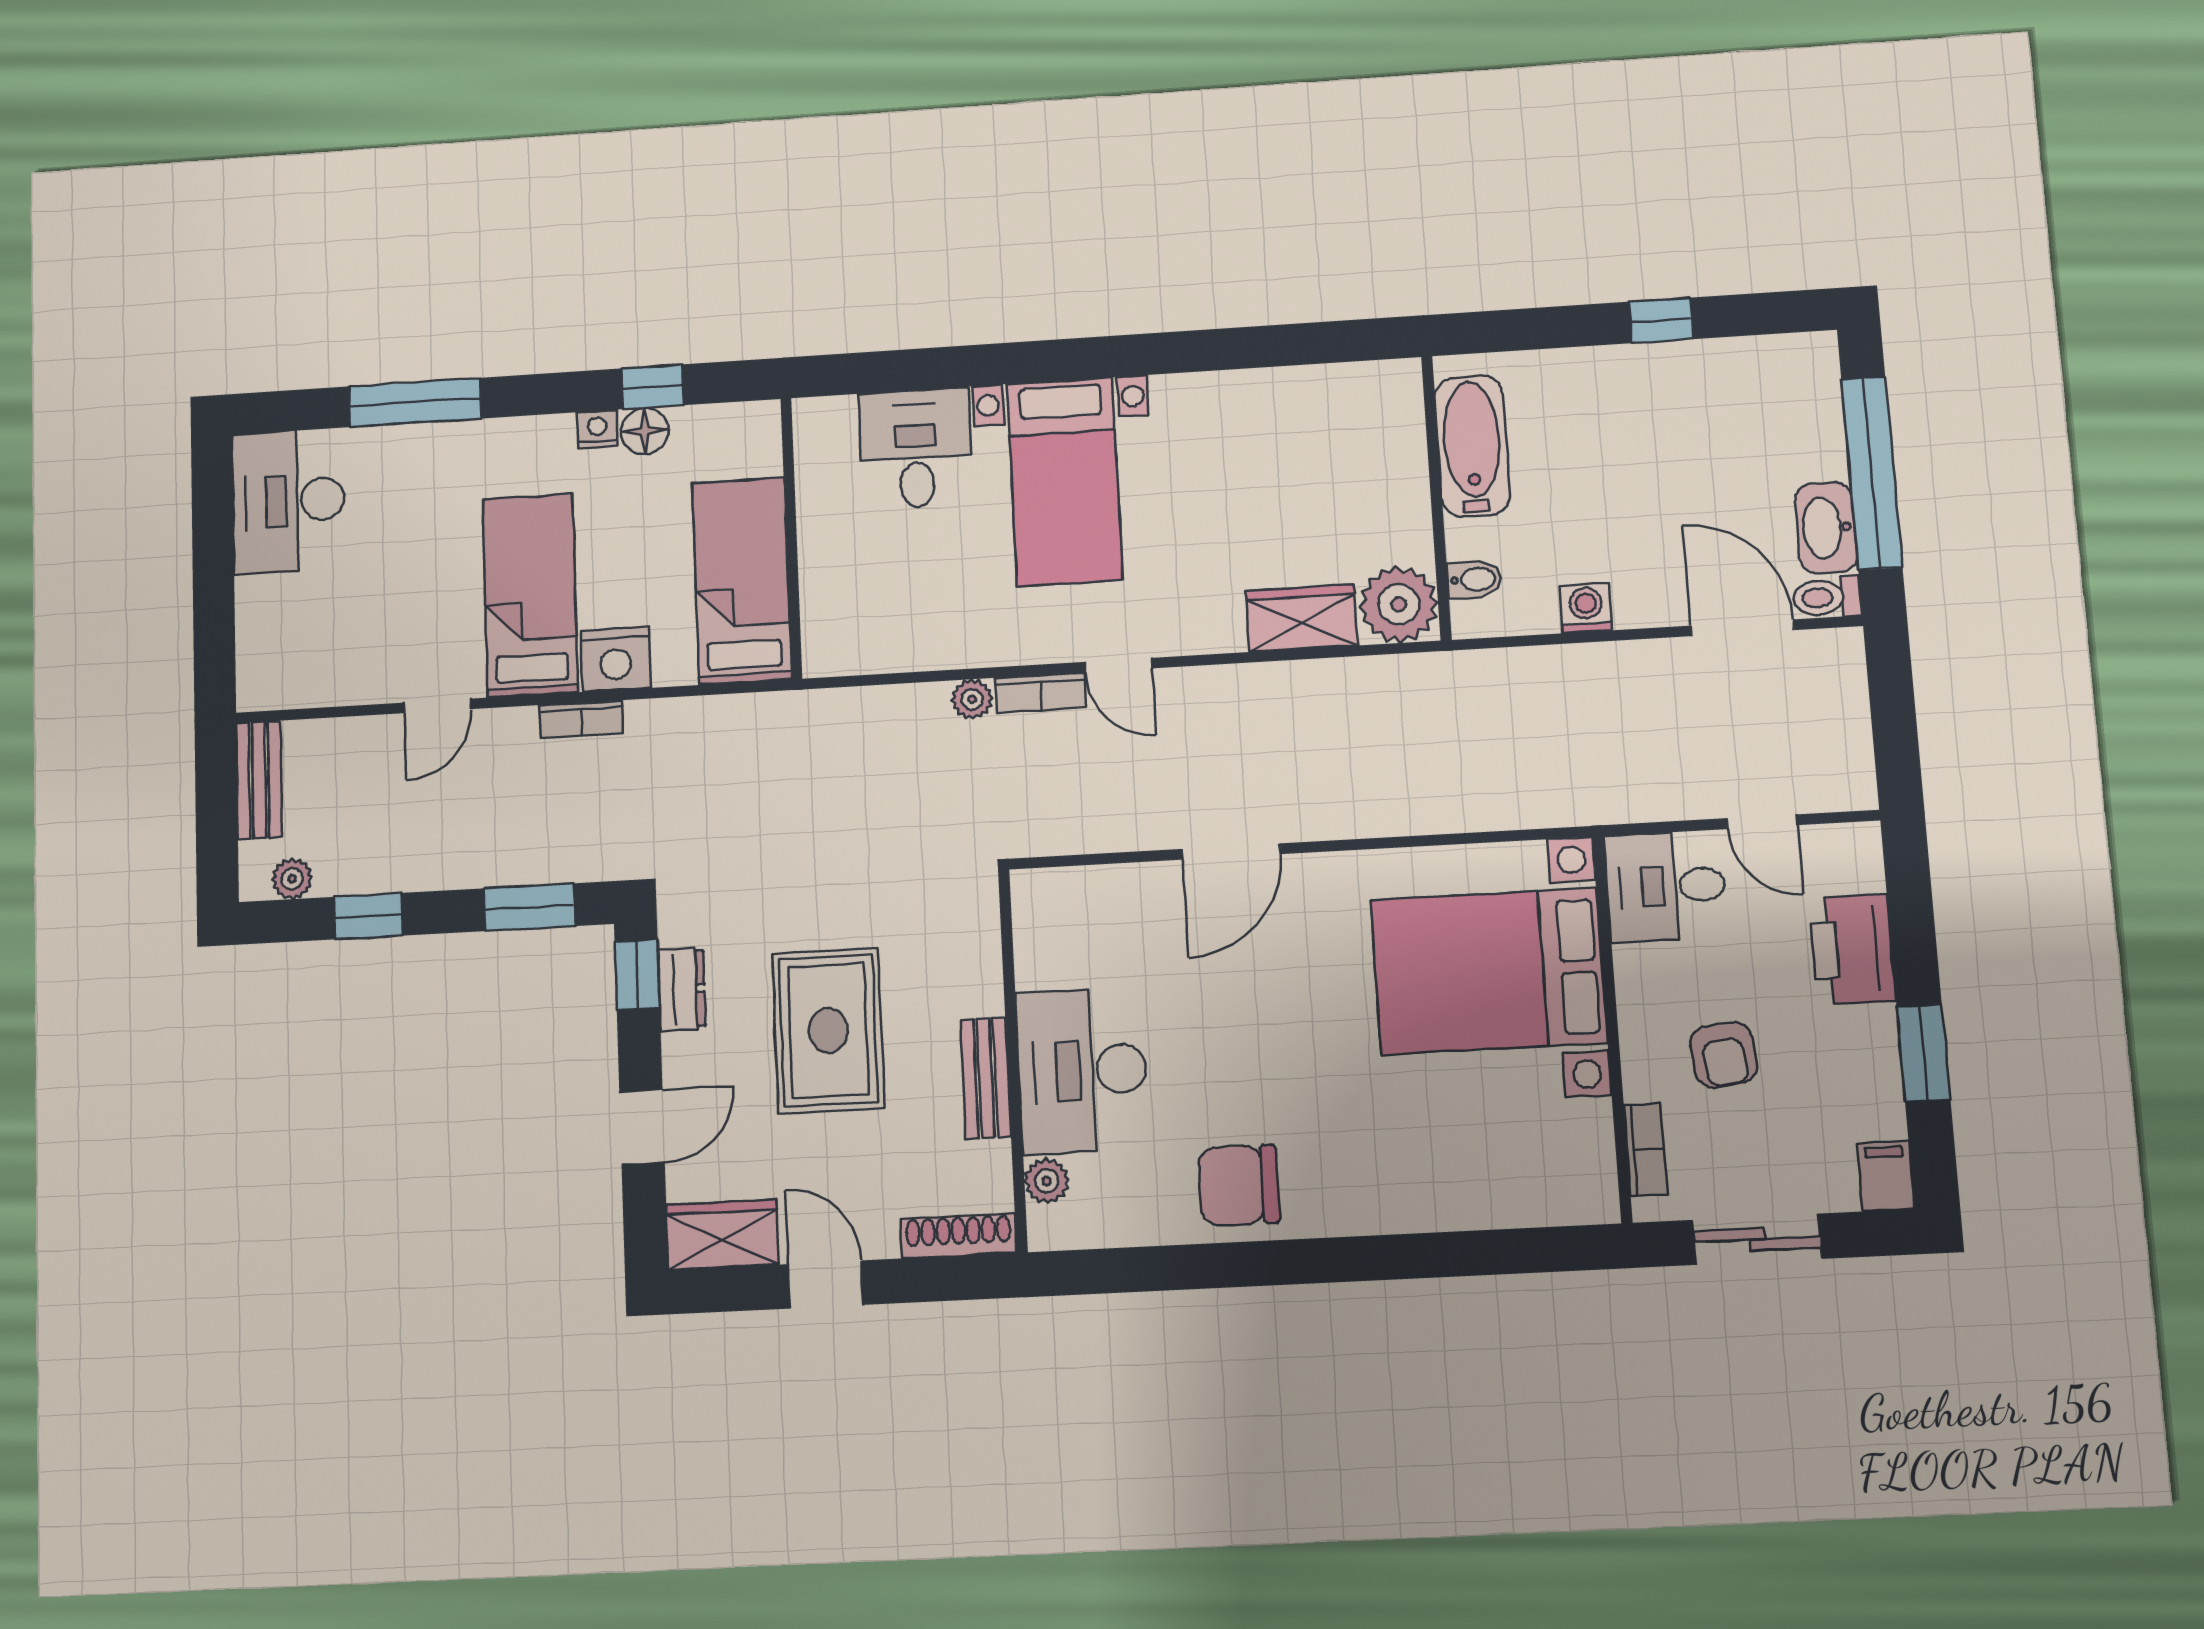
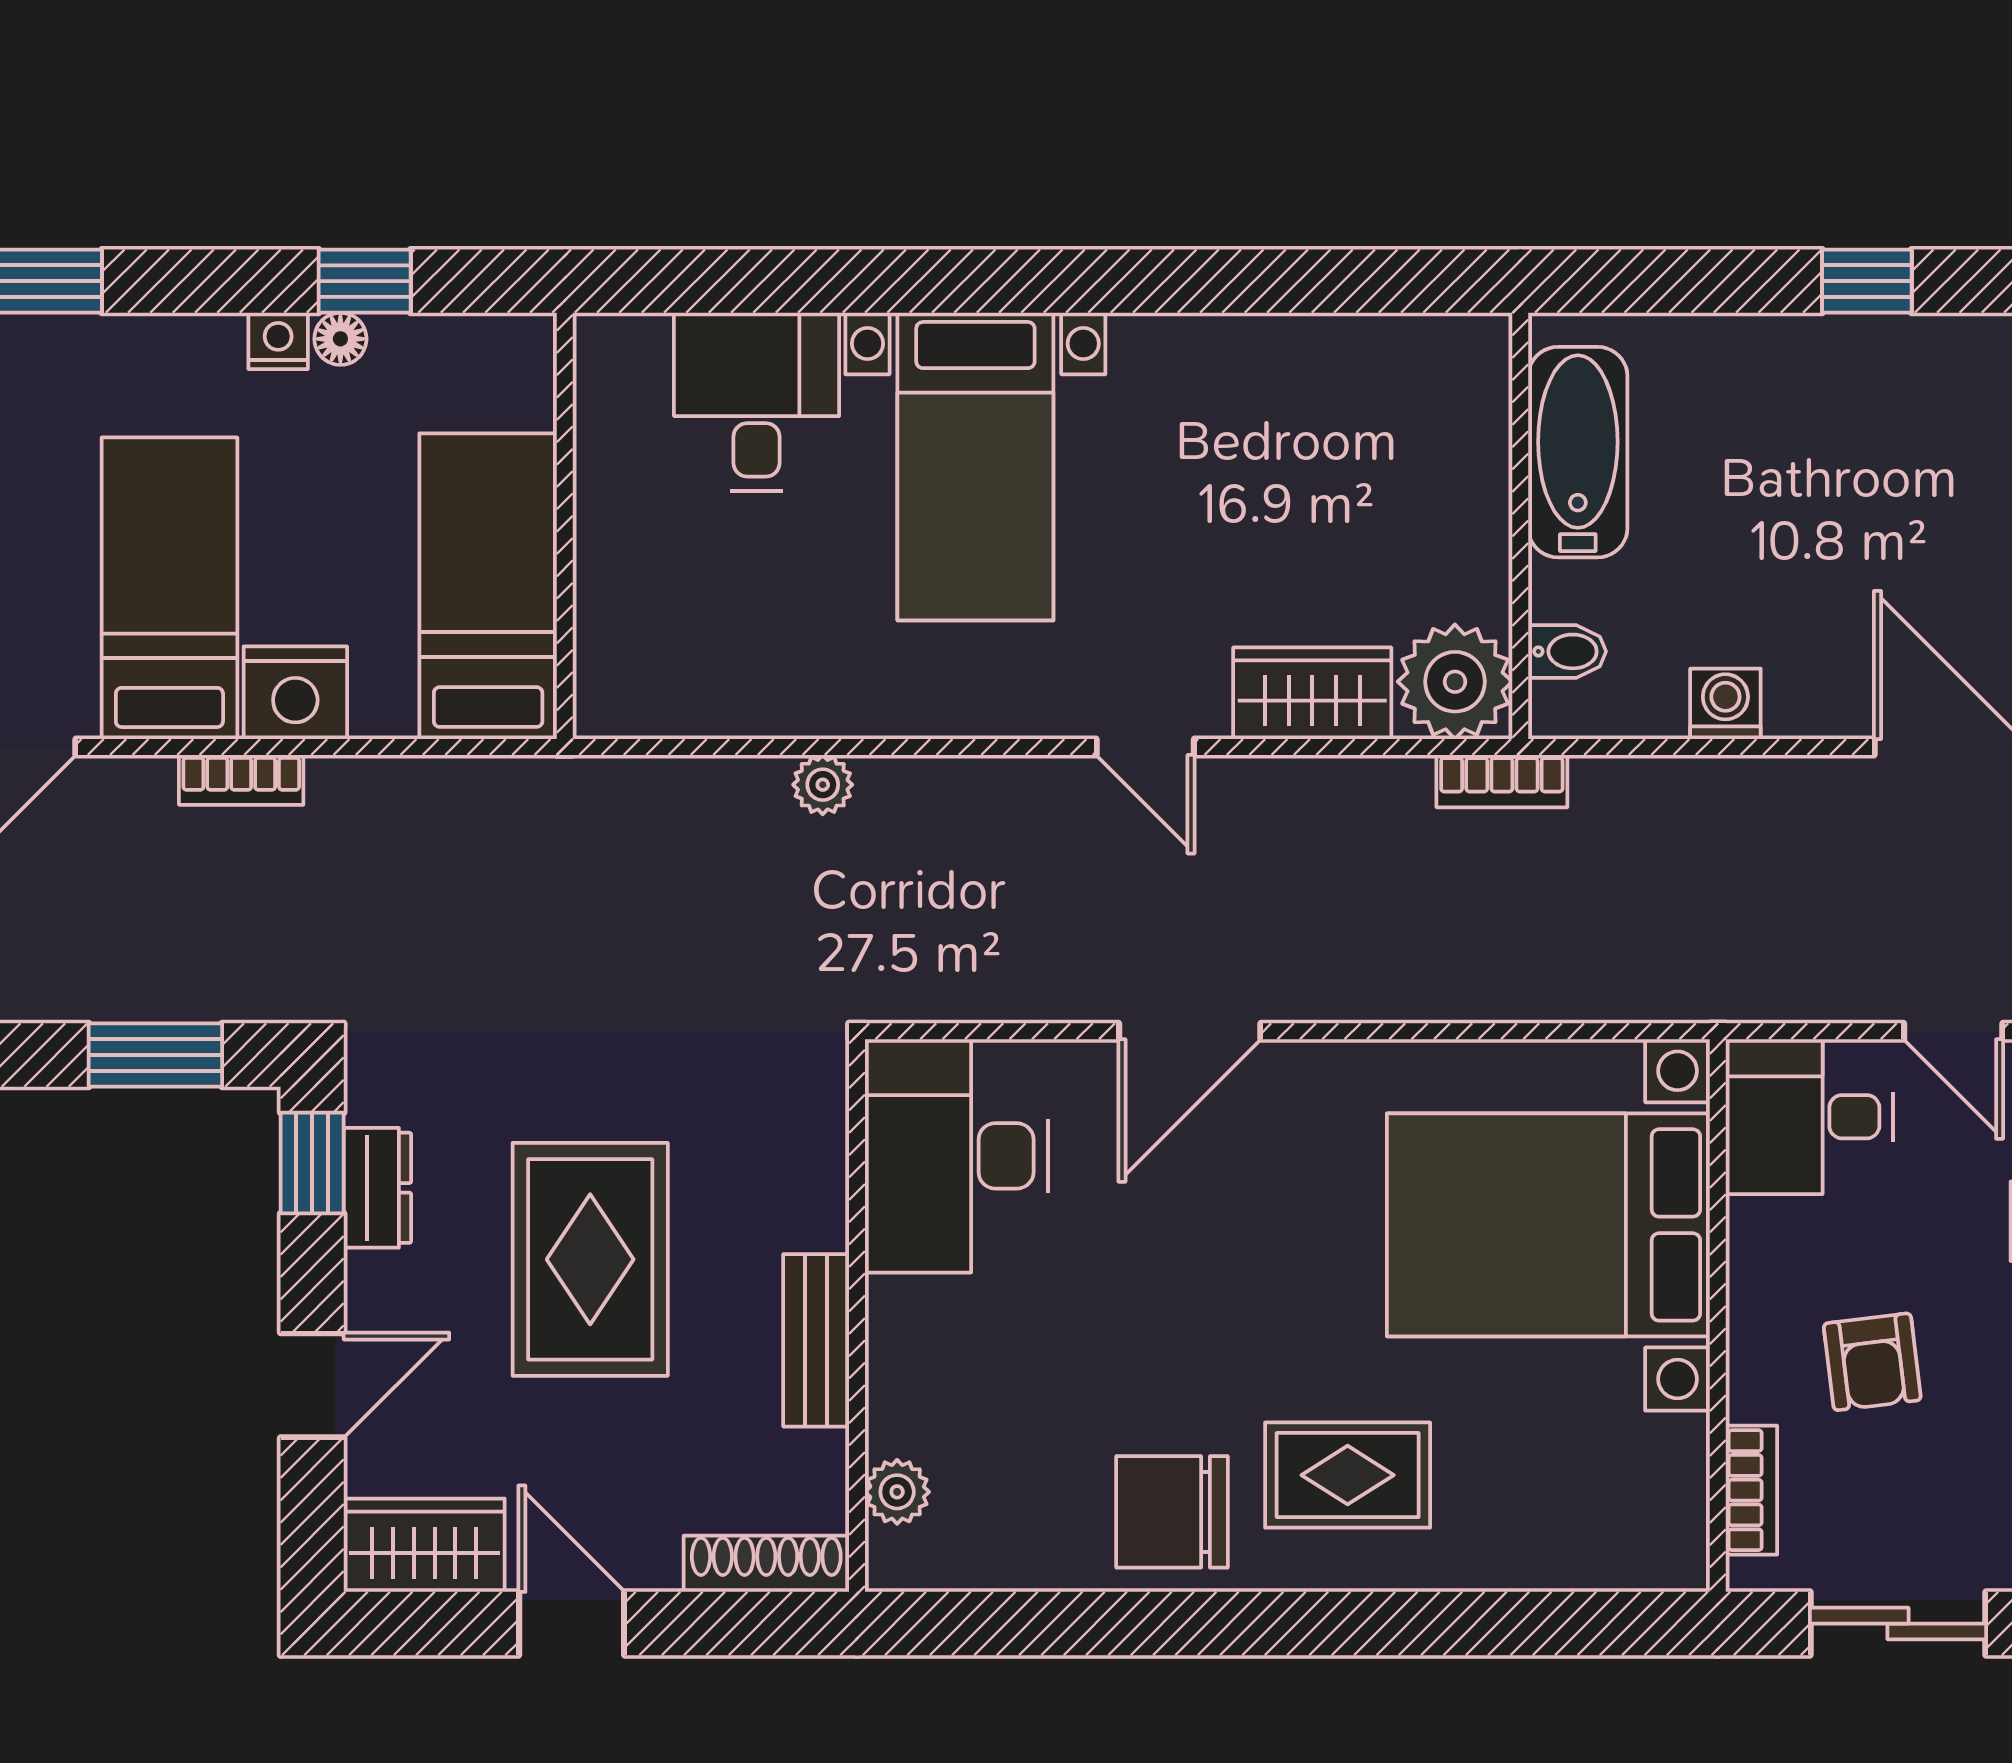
floor lamp: (645, 431) -> (340, 339), width x0.73, depth x0.73
door: (1118, 665) -> (1145, 747), moved
bookcase: (1041, 693) -> (1502, 781), moved
desk: (1082, 1071) -> (957, 1156), moved
rug: (1360, 1153) -> (1348, 1475), added

